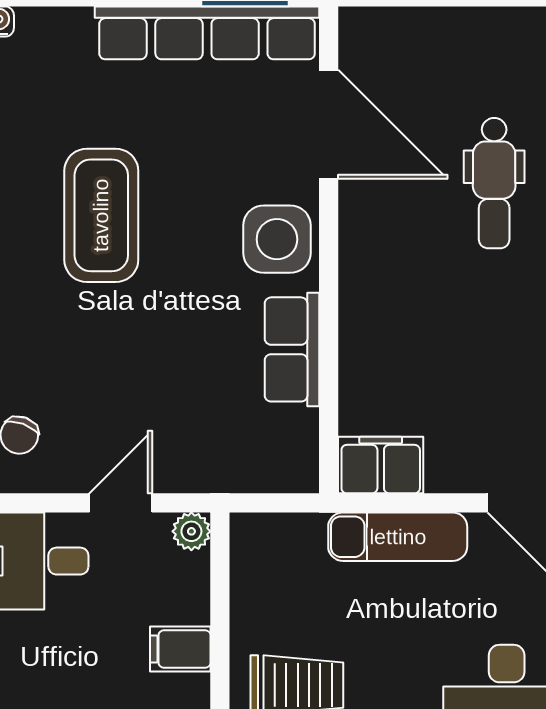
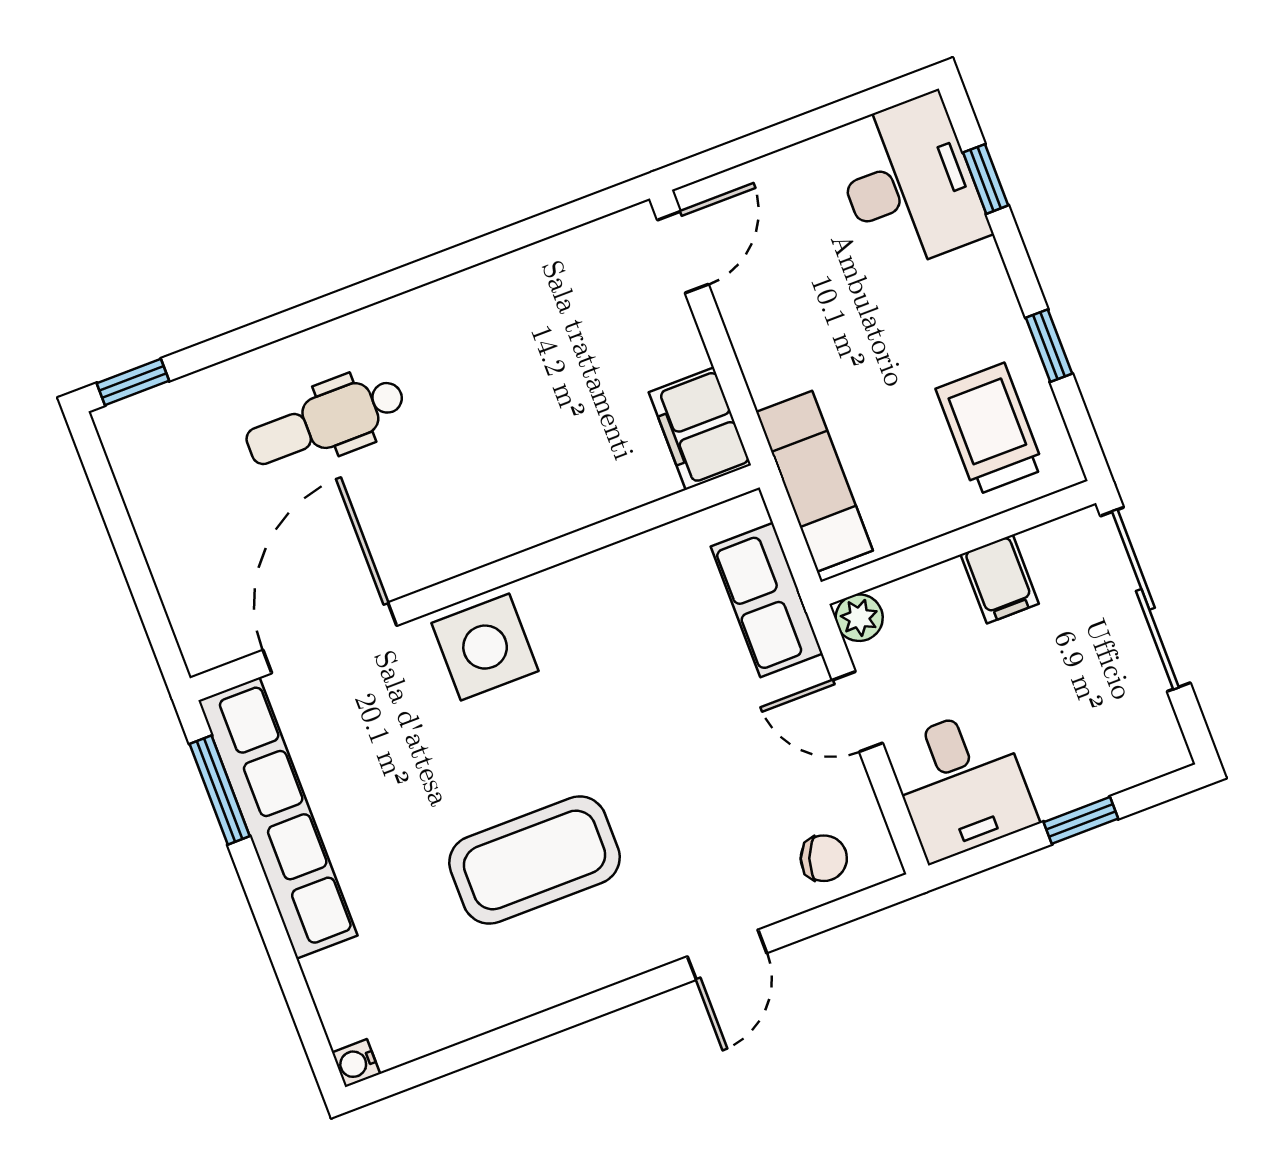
dental chair: (494, 183) -> (325, 421), turned 180
row of seats: (292, 349) -> (767, 600), moved, turned 90
exam couch: (398, 537) -> (814, 481), moved

